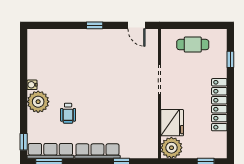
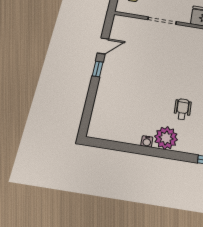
door: (136, 25) -> (103, 46), moved
wheelchair: (68, 113) -> (183, 109), turned -90

